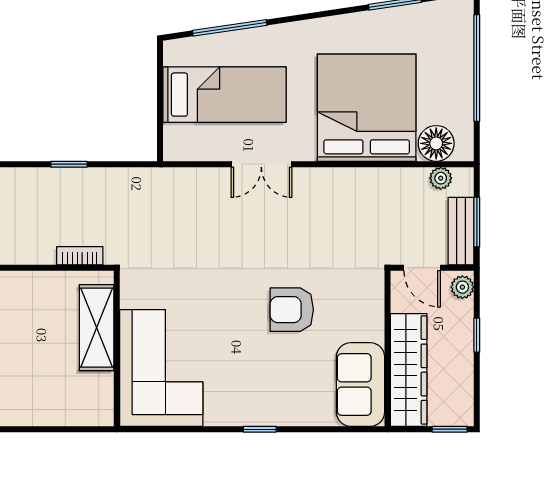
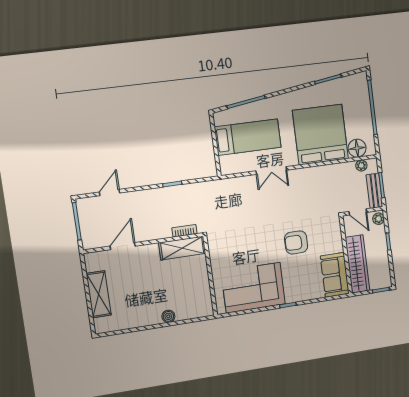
shelving: (97, 328) -> (182, 248), moved, turned 90
corner sofa: (161, 368) -> (253, 288), moved, turned -90
boiler: (27, 414) -> (168, 316), added

